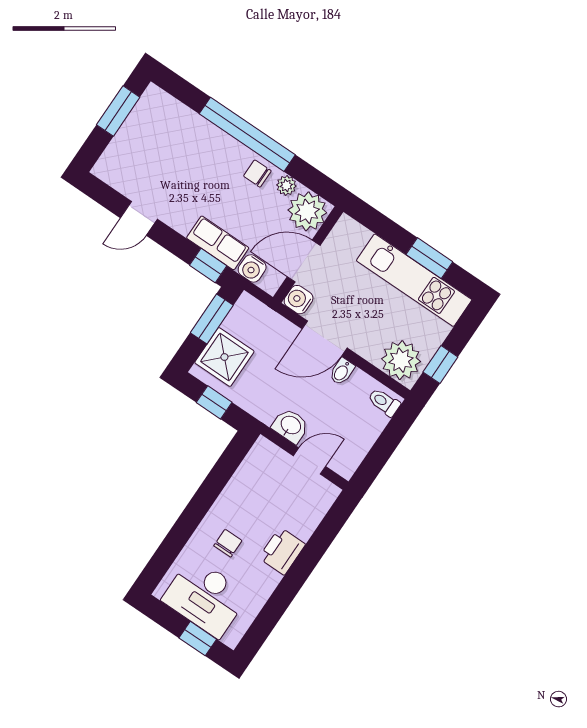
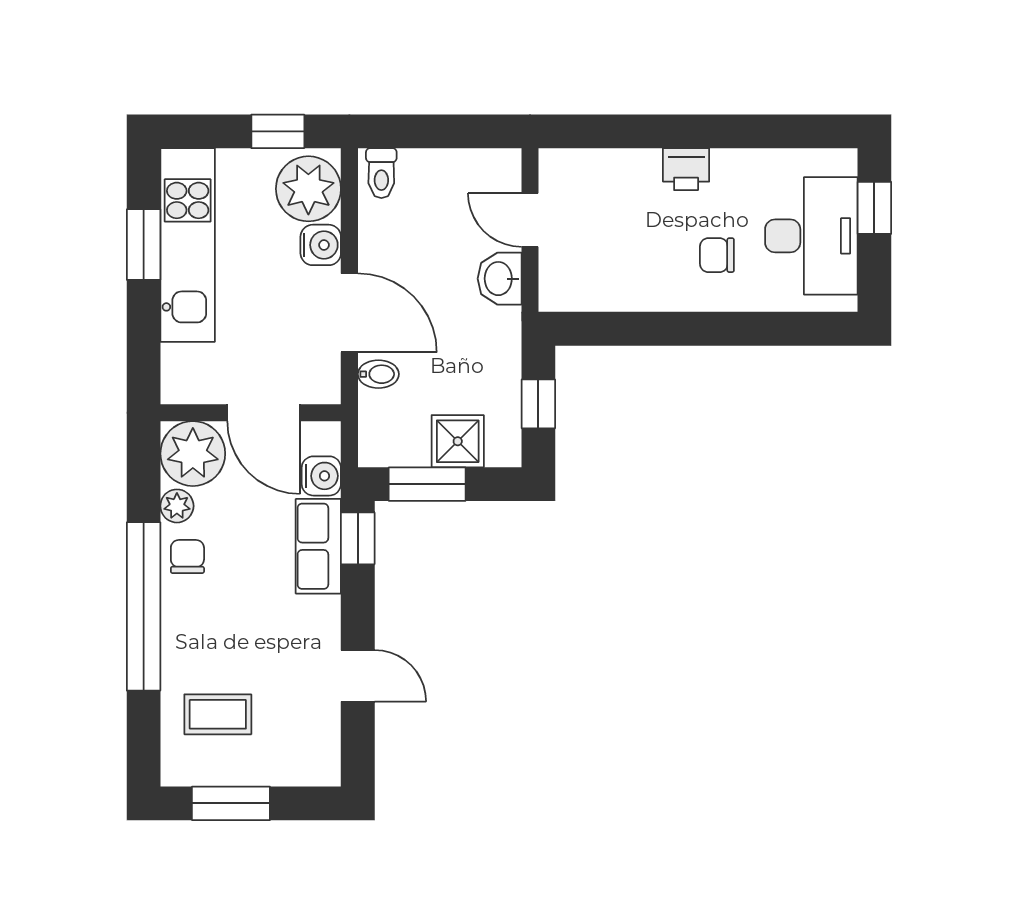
coffee table: (167, 135) -> (218, 714), added
chair: (257, 173) -> (187, 557), turned 180
water cooler: (299, 300) -> (321, 245), moved, turned -90
shower: (224, 357) -> (458, 441), width x0.73, depth x0.73
bidet: (342, 371) -> (378, 374), moved
printer: (282, 551) -> (686, 169), width x0.73, depth x0.81

